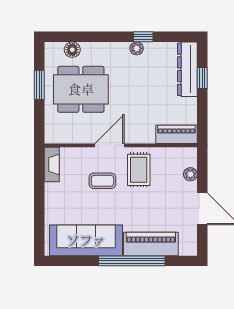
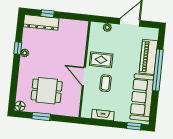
floor lamp: (72, 50) -> (20, 106), moved
dining table: (81, 89) -> (47, 91), width x0.73
piano: (176, 134) -> (81, 34), removed
fireplace: (52, 164) -> (103, 115), moved
window: (39, 233) -> (134, 126), added

